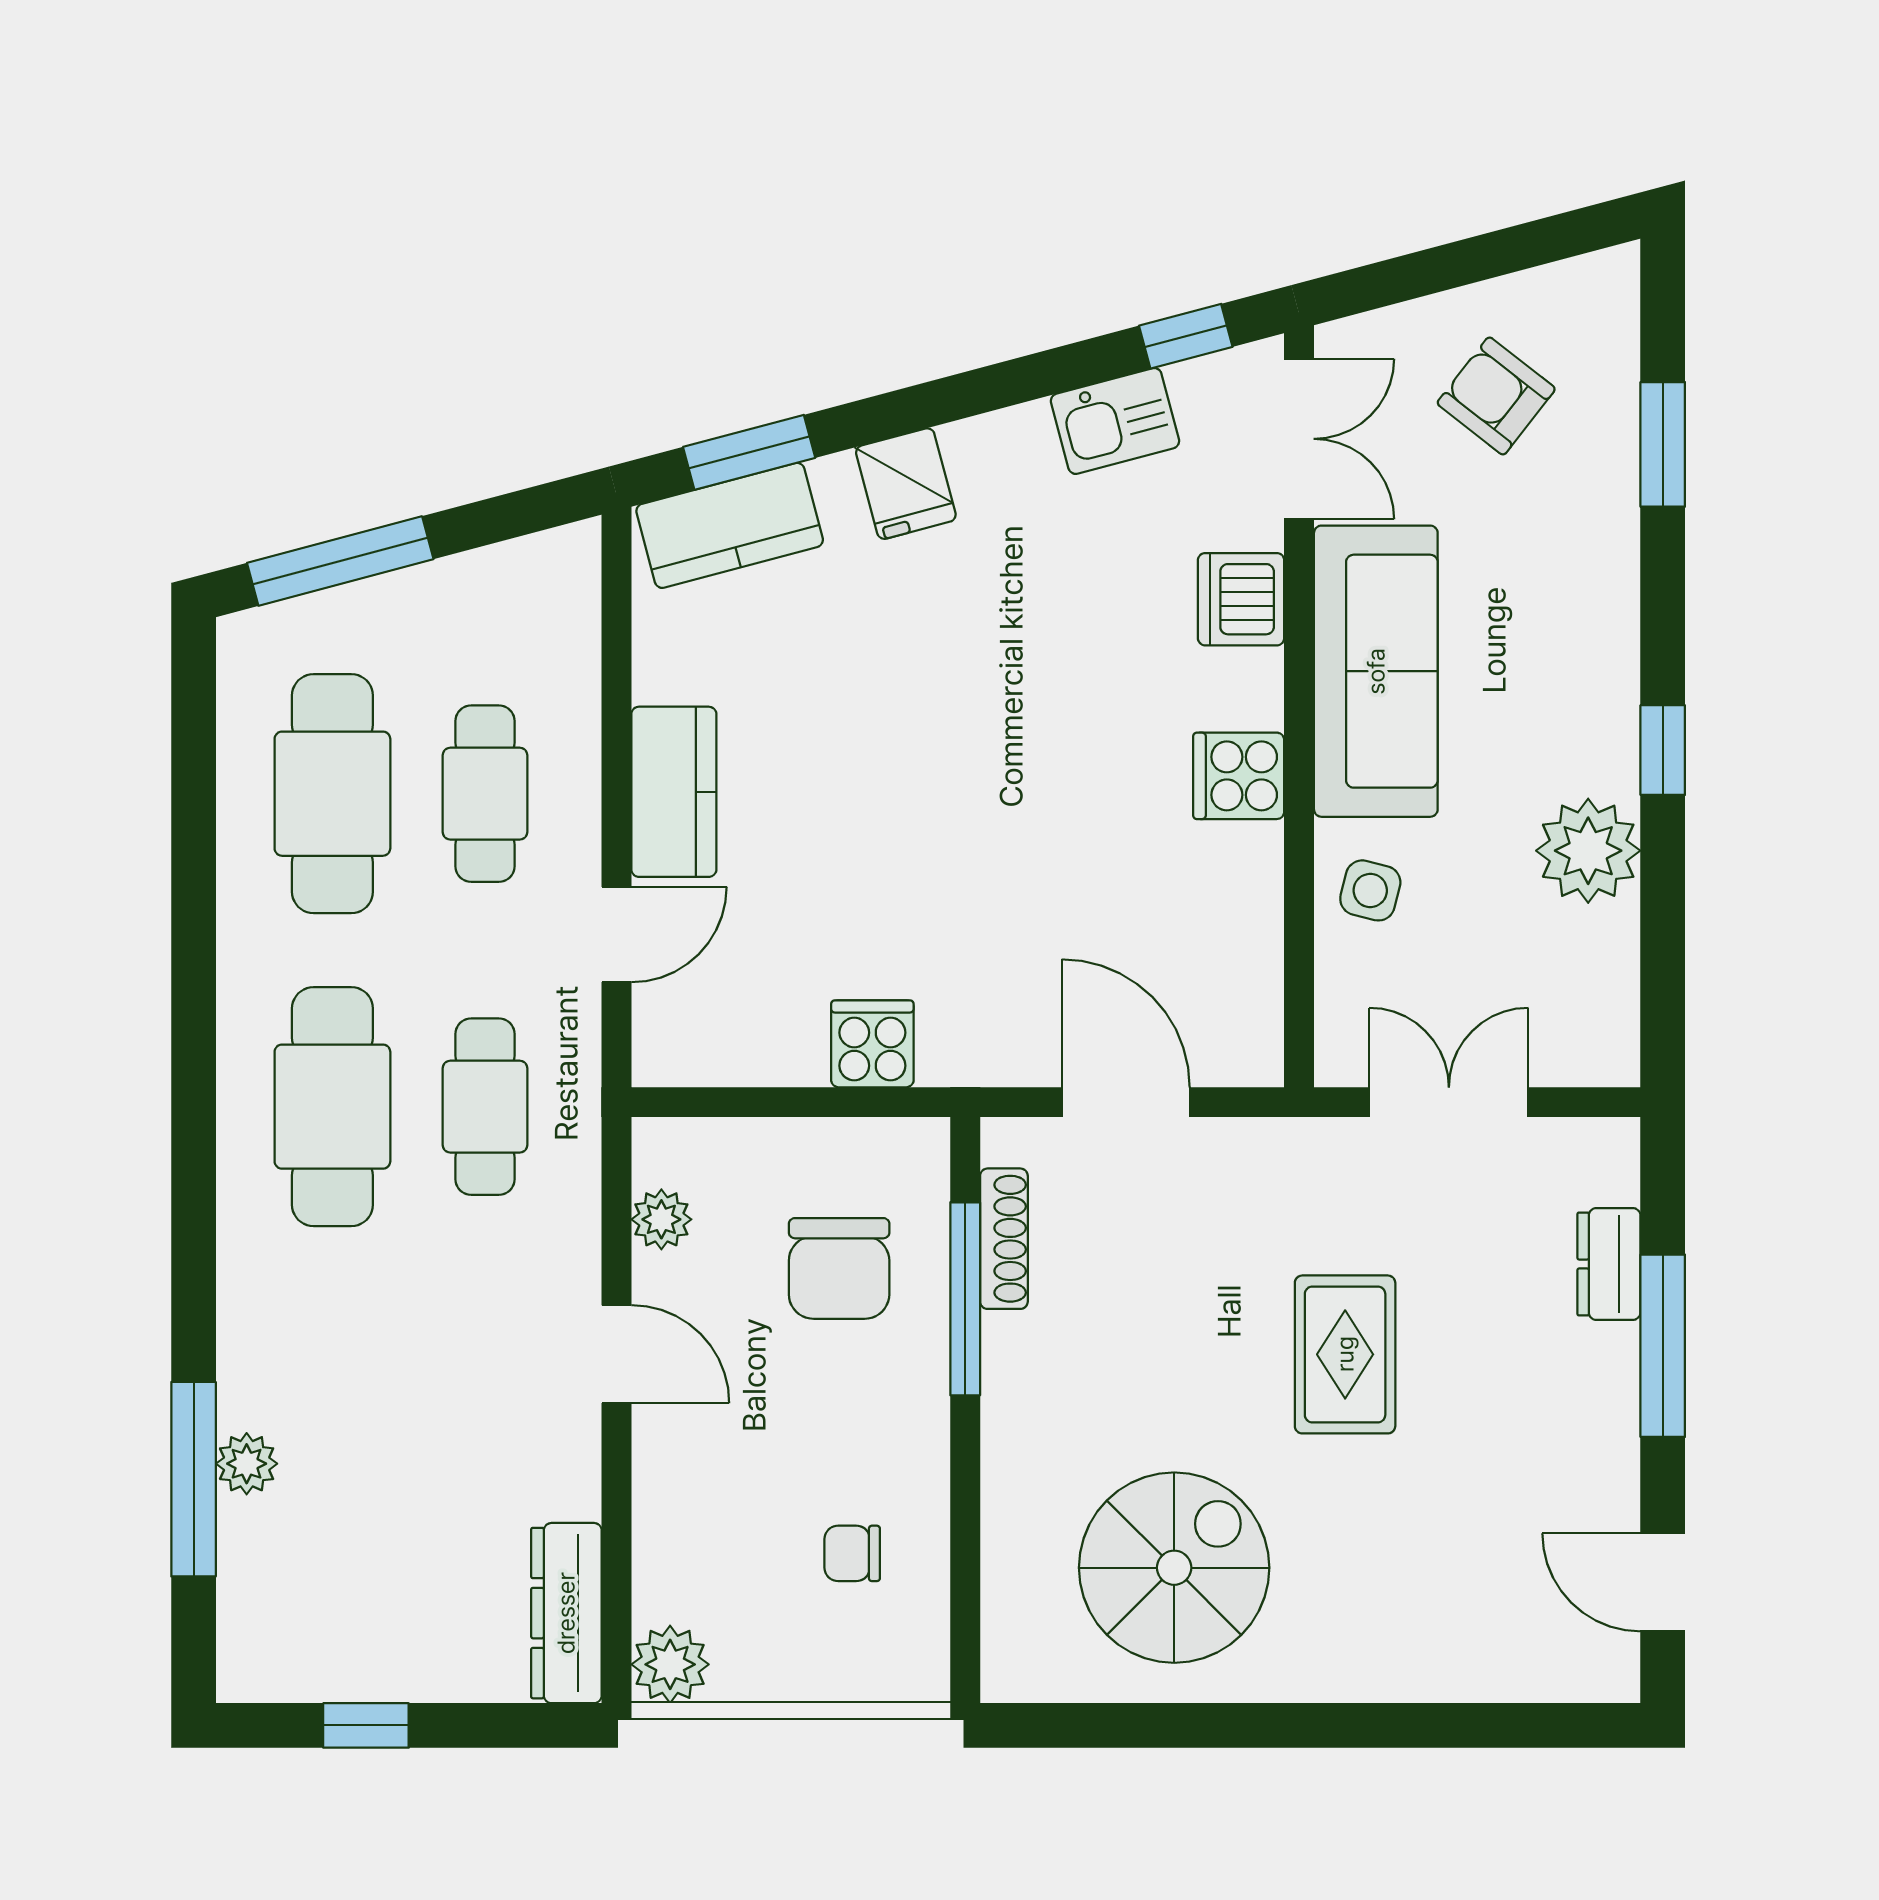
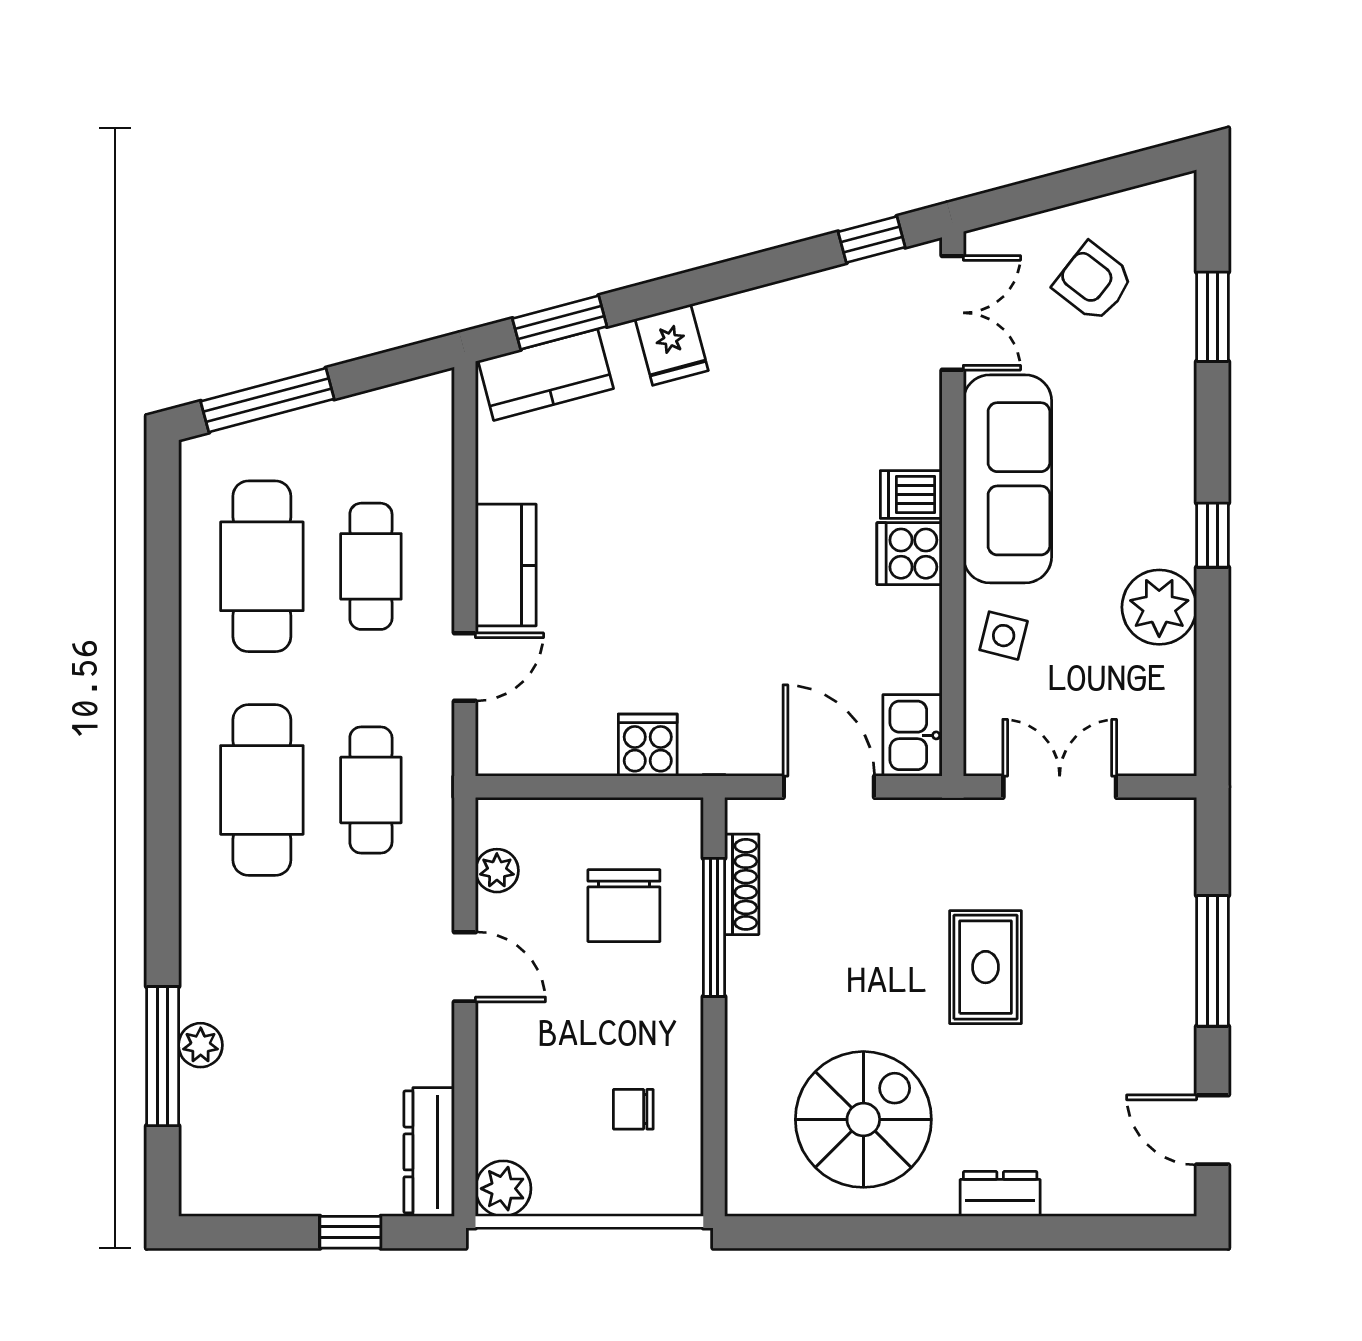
kitchen sink: (1115, 421) -> (912, 735), moved, turned 105
dishwasher: (1241, 599) -> (911, 495), moved, width x0.73
dresser: (1609, 1264) -> (1000, 1194), moved, turned 90
window: (366, 1725) -> (350, 1232), moved

